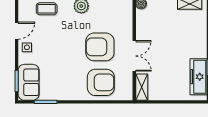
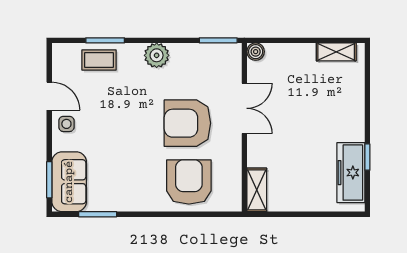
door: (17, 31) -> (49, 96), hinge flipped
double door: (134, 56) -> (244, 108), moved
armchair: (101, 82) -> (189, 182), turned -90

